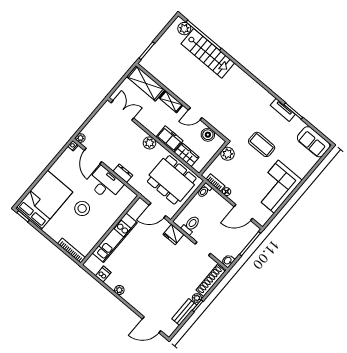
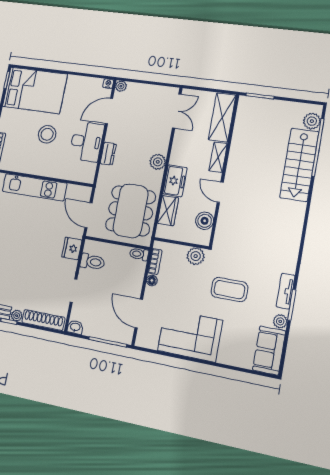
plant: (300, 124) -> (280, 321), added
coffee table: (262, 144) -> (229, 290), turned 90

